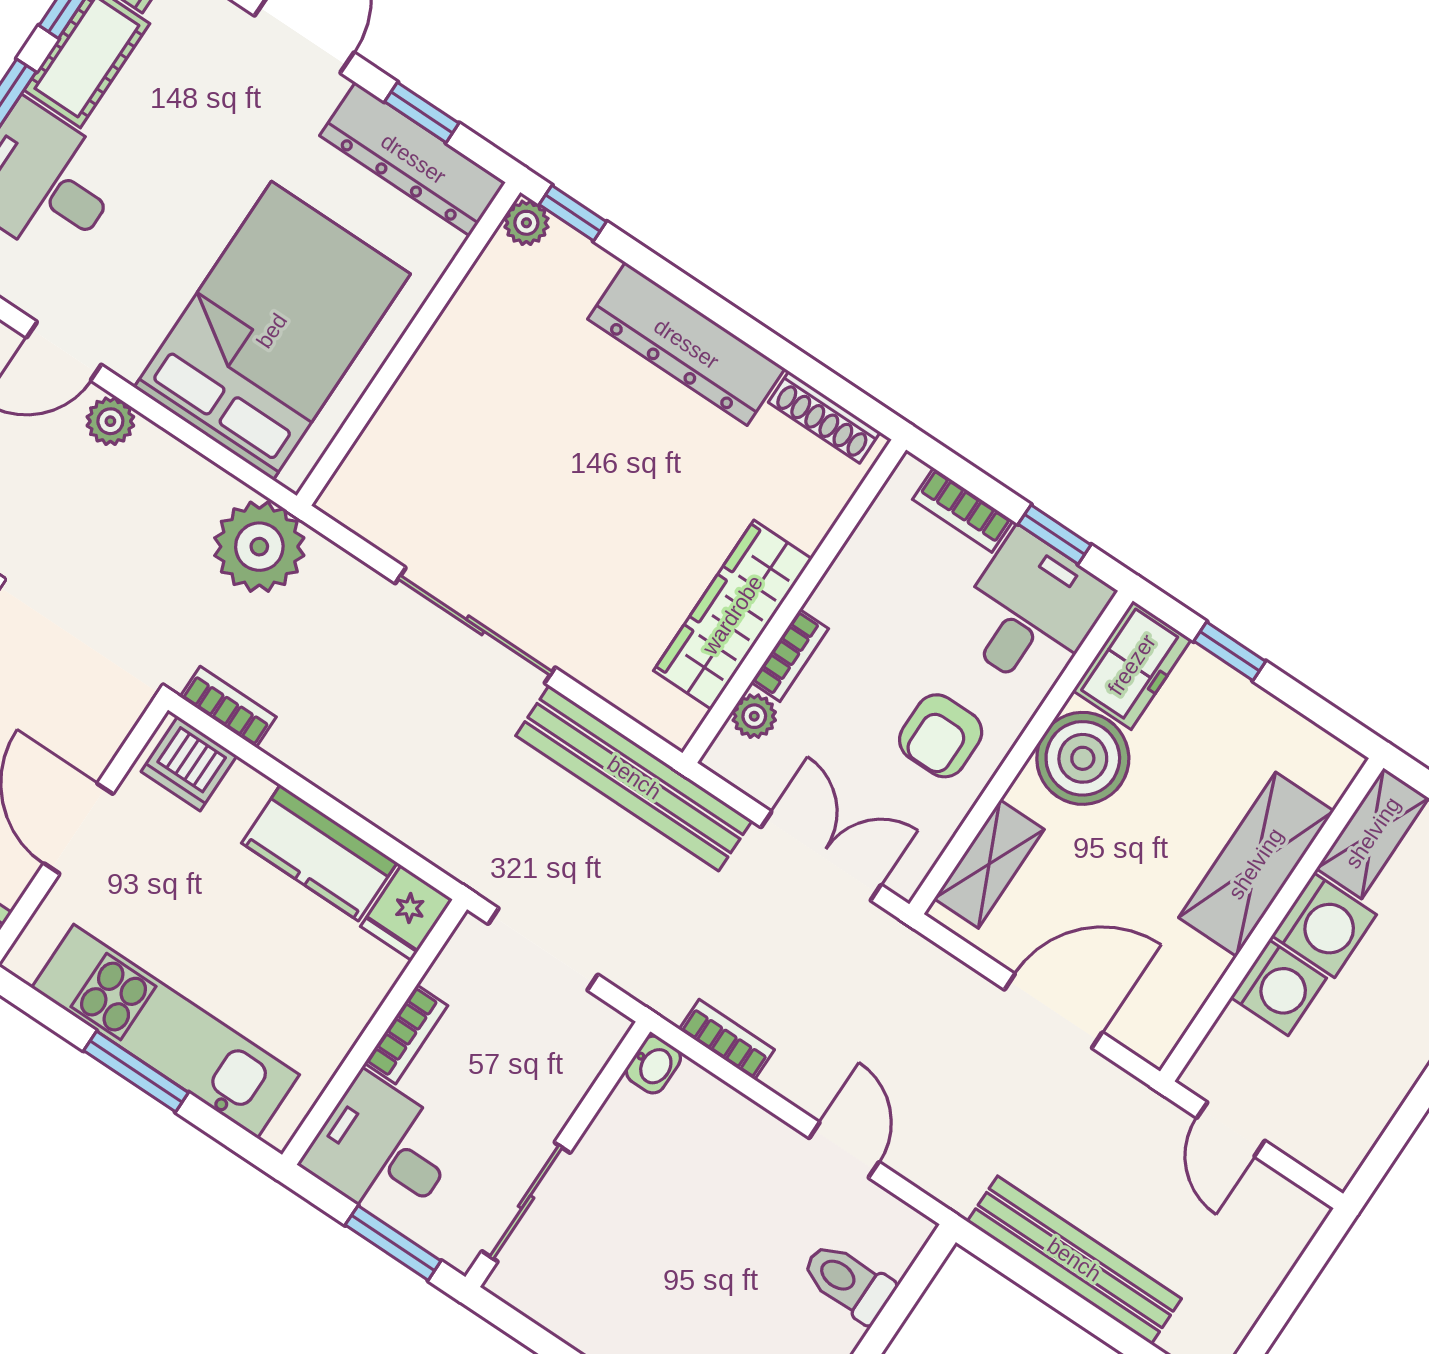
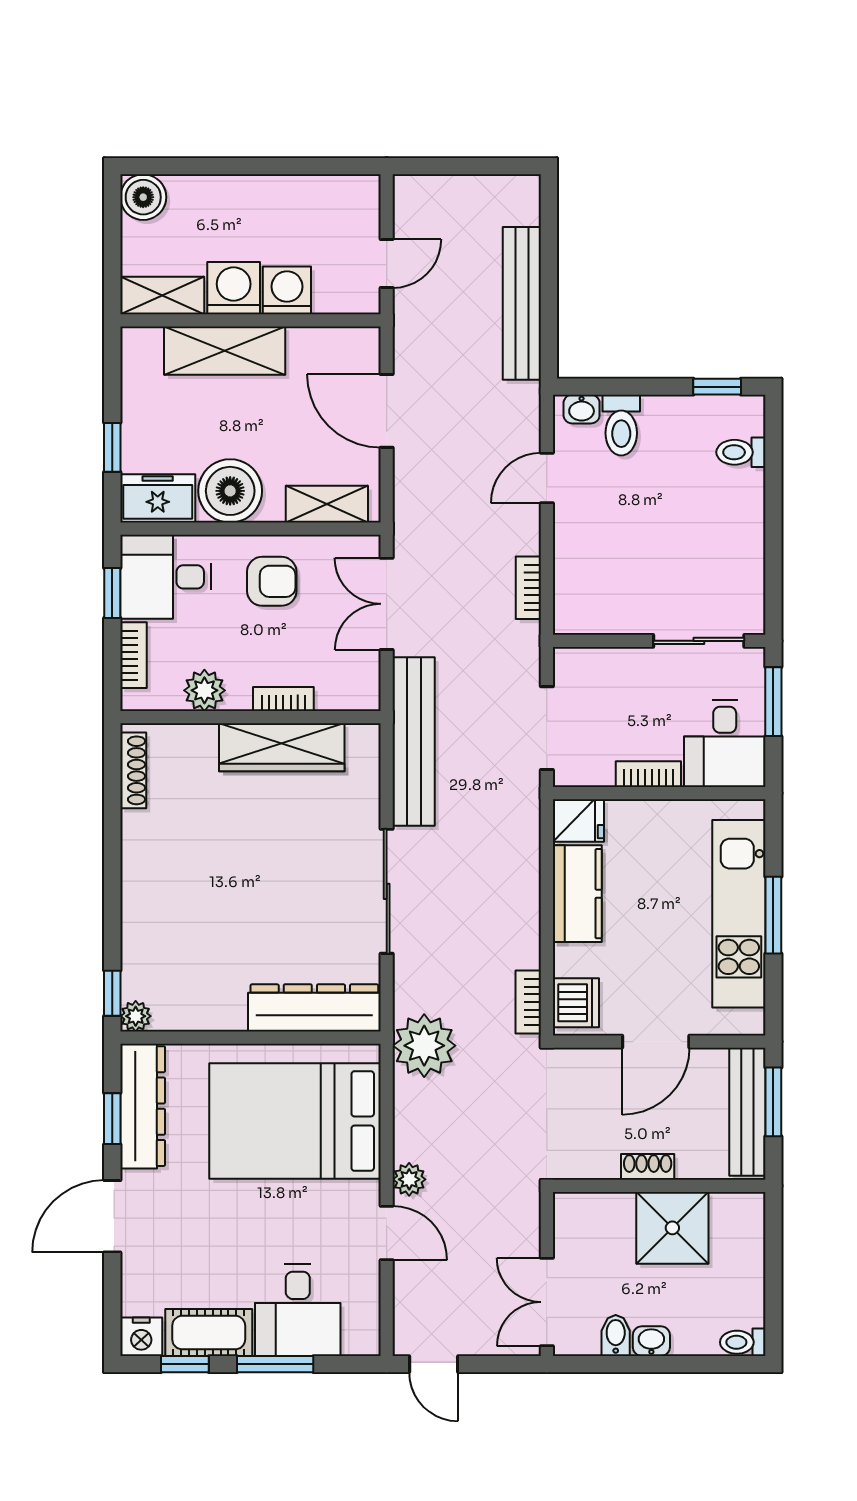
dresser: (686, 344) -> (314, 1008), moved, turned -90
plant: (754, 716) -> (204, 690), moved, width x1.38, depth x1.38
washbasin: (653, 1065) -> (582, 409), moved, turned 180

